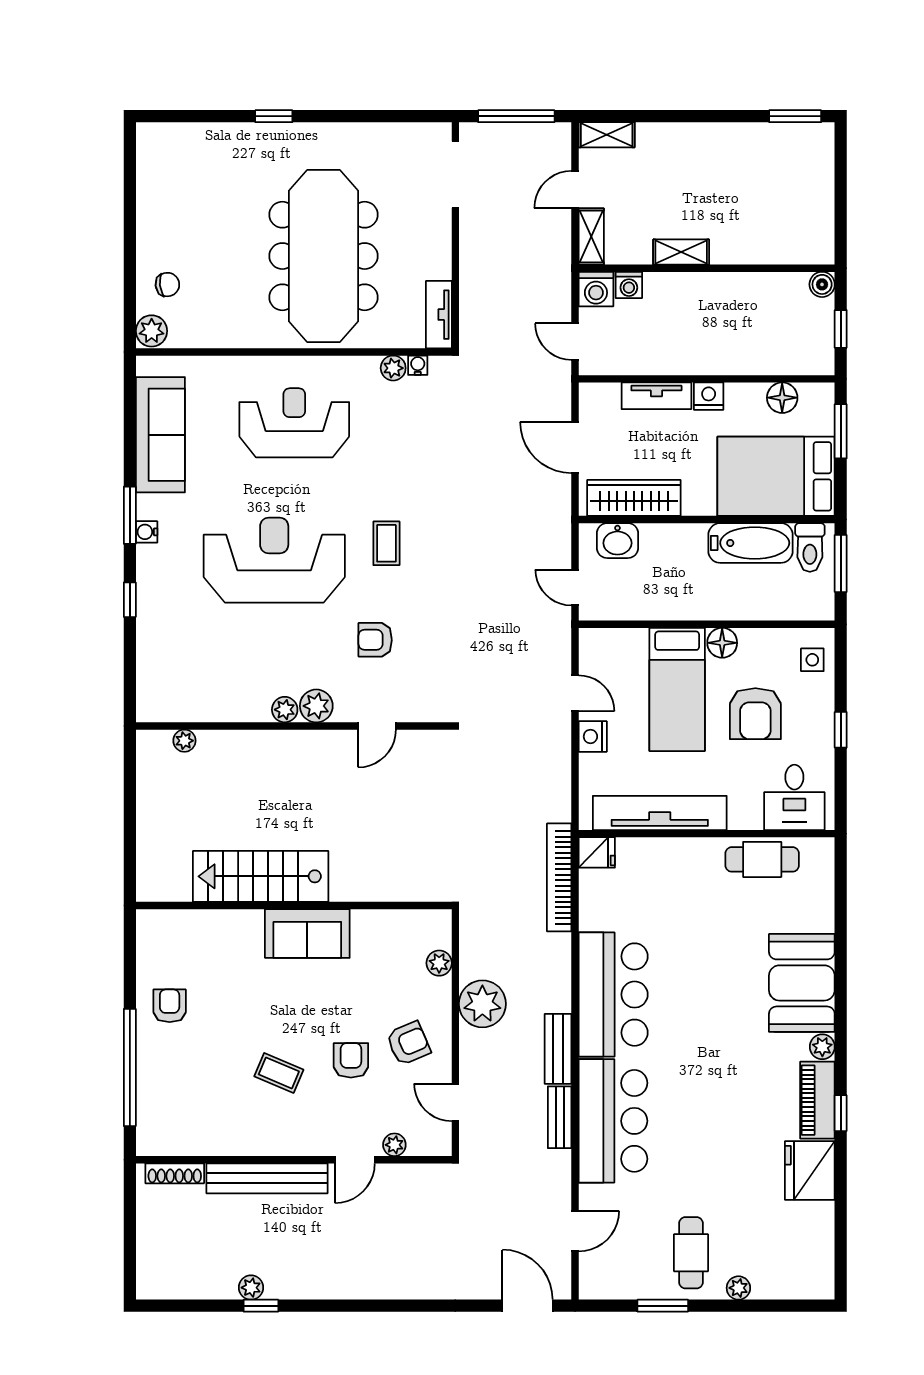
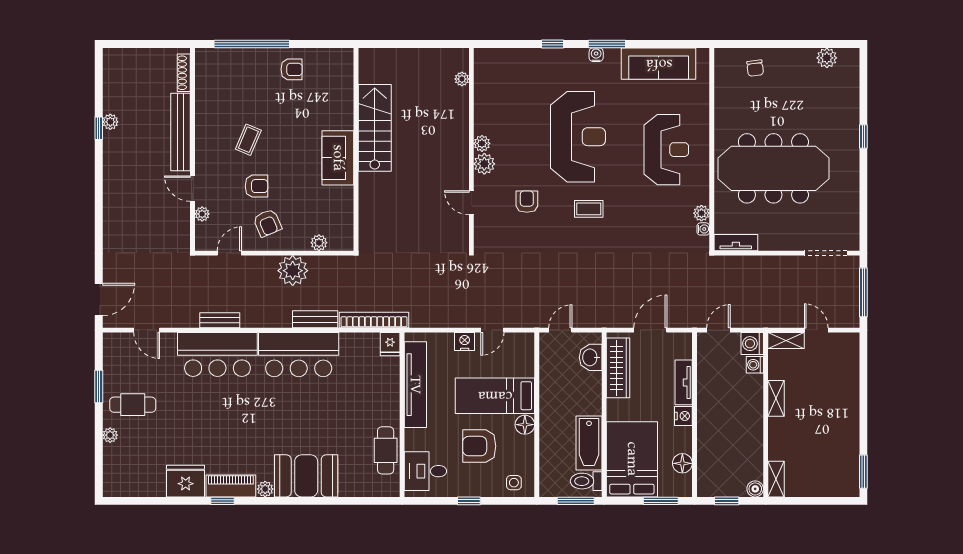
shelving: (607, 135) -> (776, 479), moved
plant: (152, 331) -> (827, 58), moved
bench: (558, 1049) -> (315, 319), moved

